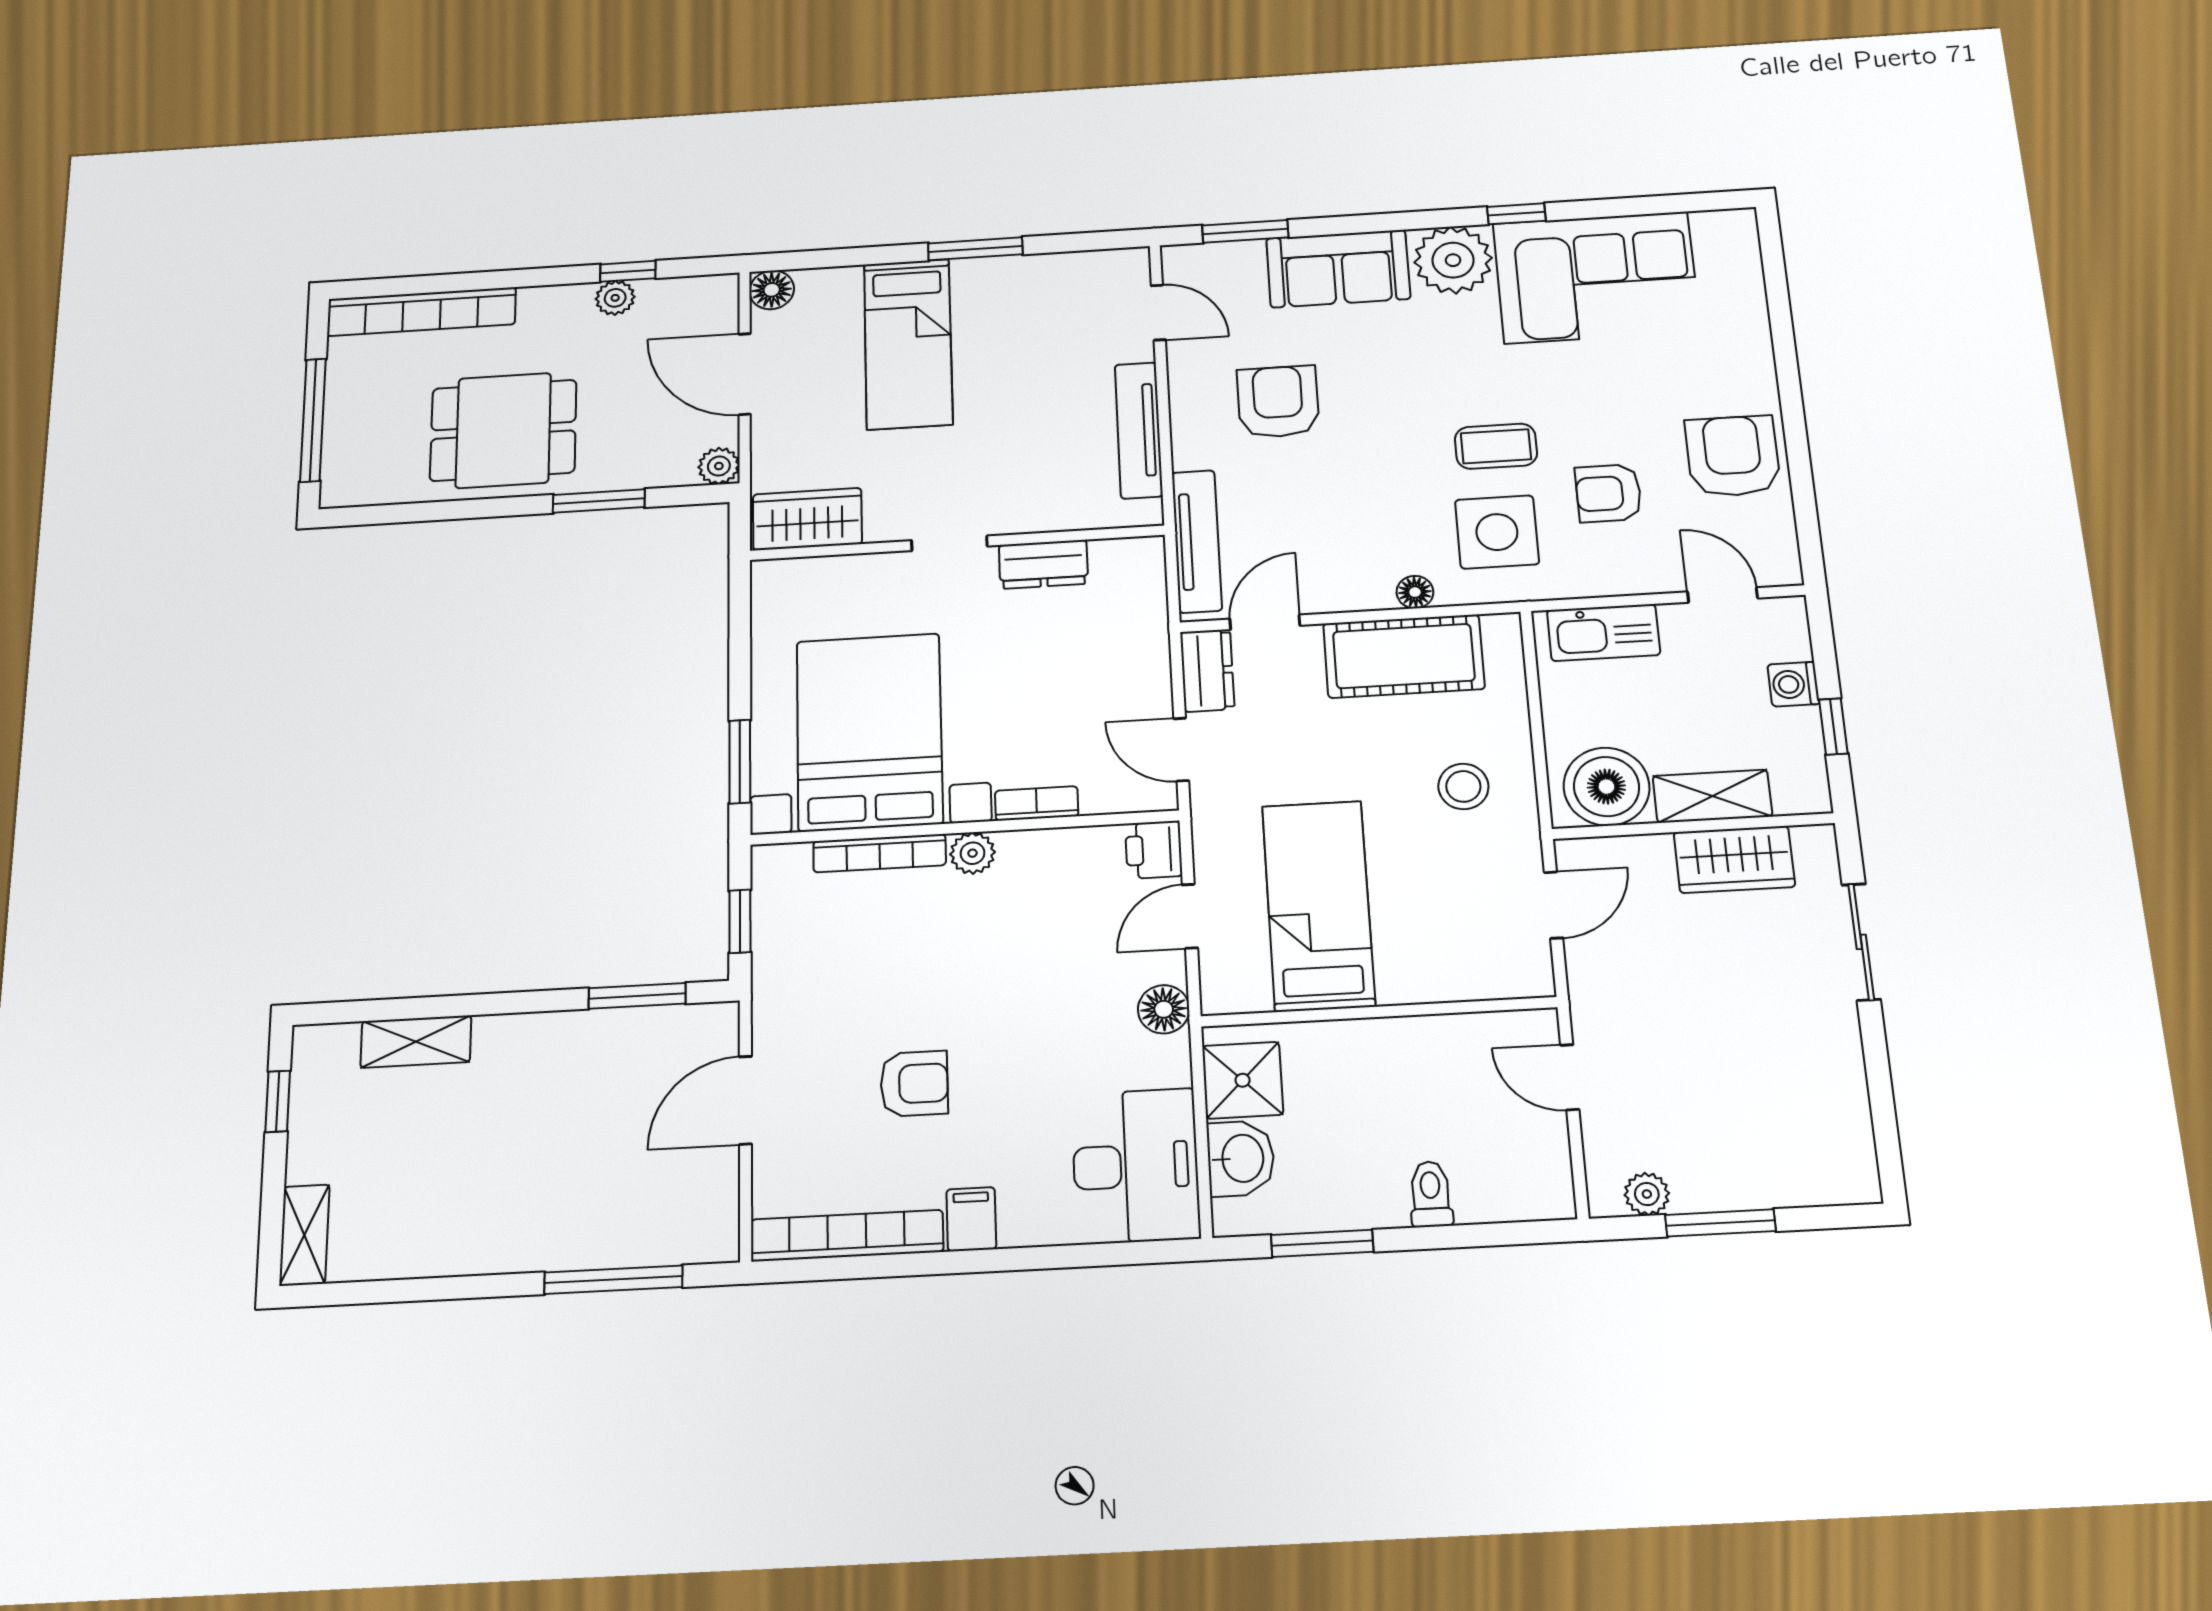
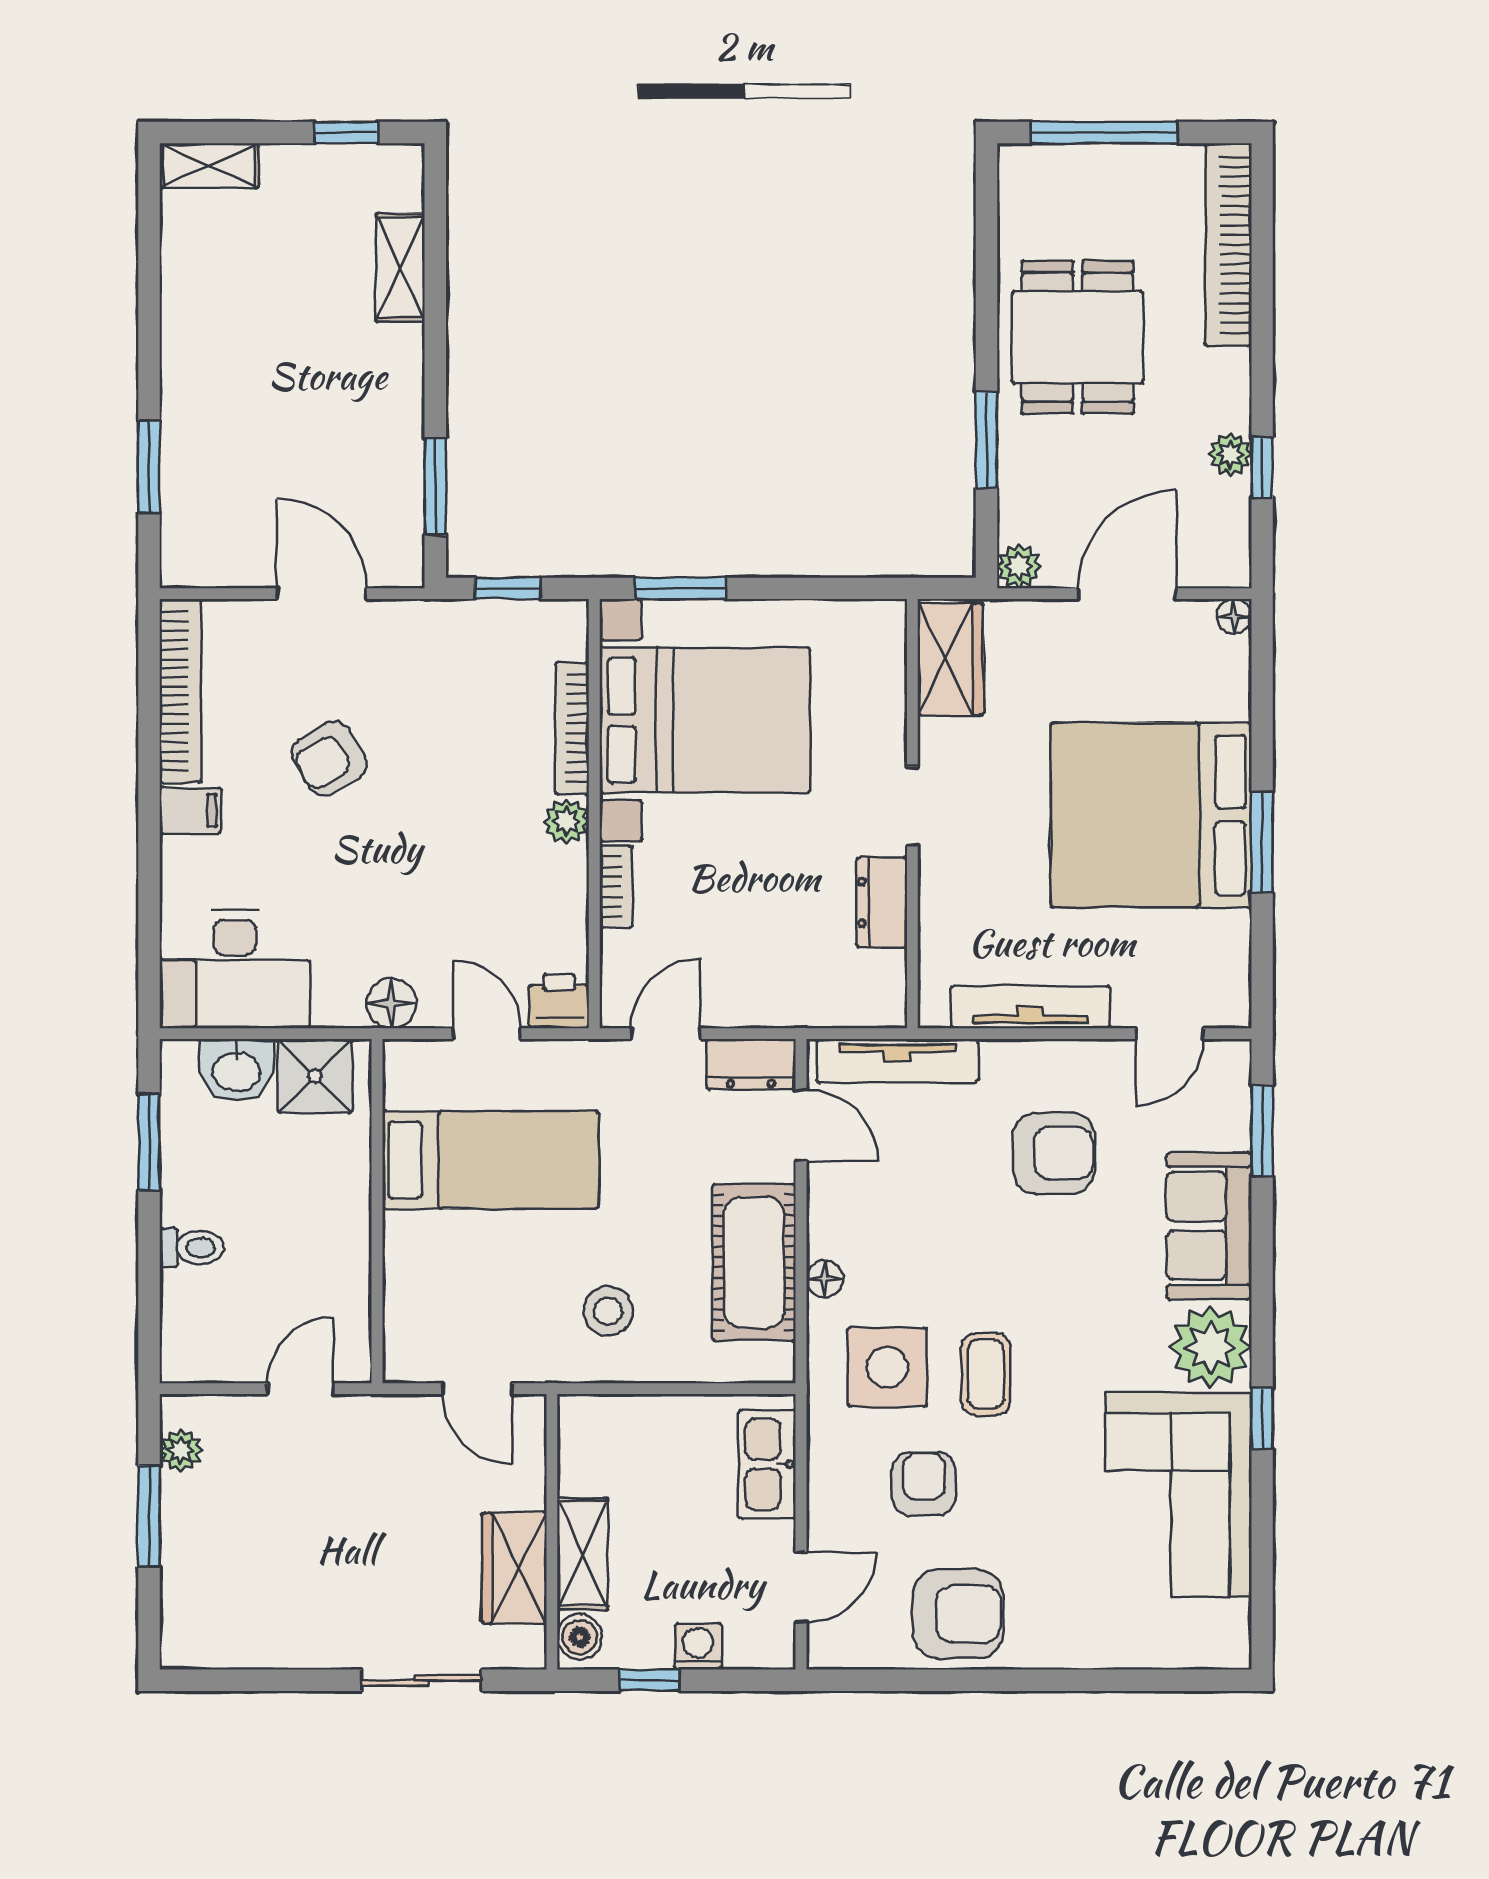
floor lamp: (772, 290) -> (1234, 616), width x0.73, depth x0.73
bed: (908, 344) -> (1151, 815), width x2.04
boiler: (1606, 787) -> (580, 1637), moved, width x0.54, depth x0.54
armchair: (914, 1084) -> (329, 758), turned 59
window: (613, 1280) -> (149, 467), width x0.69

